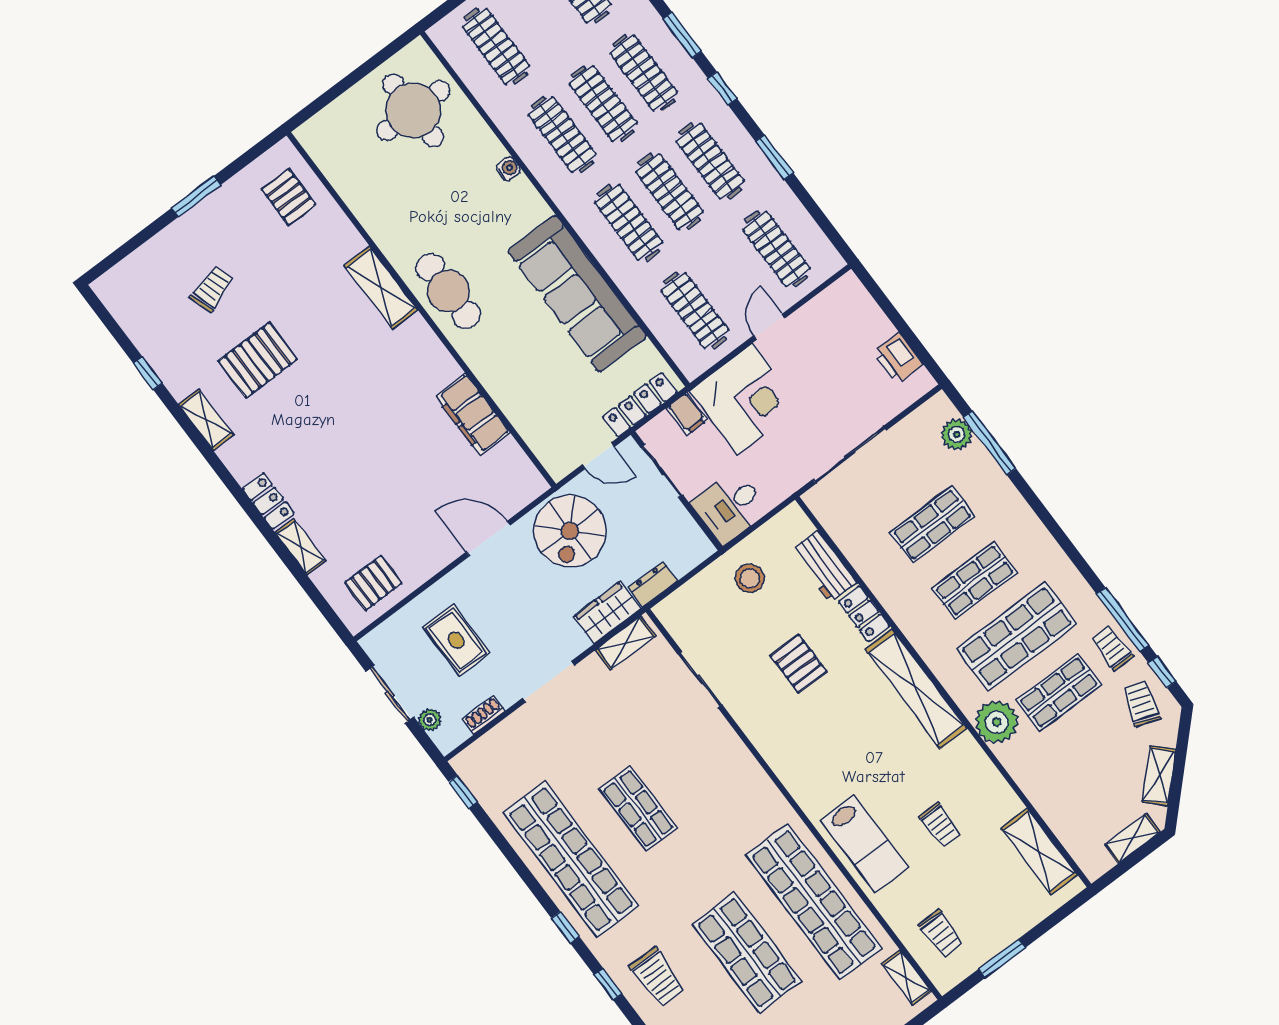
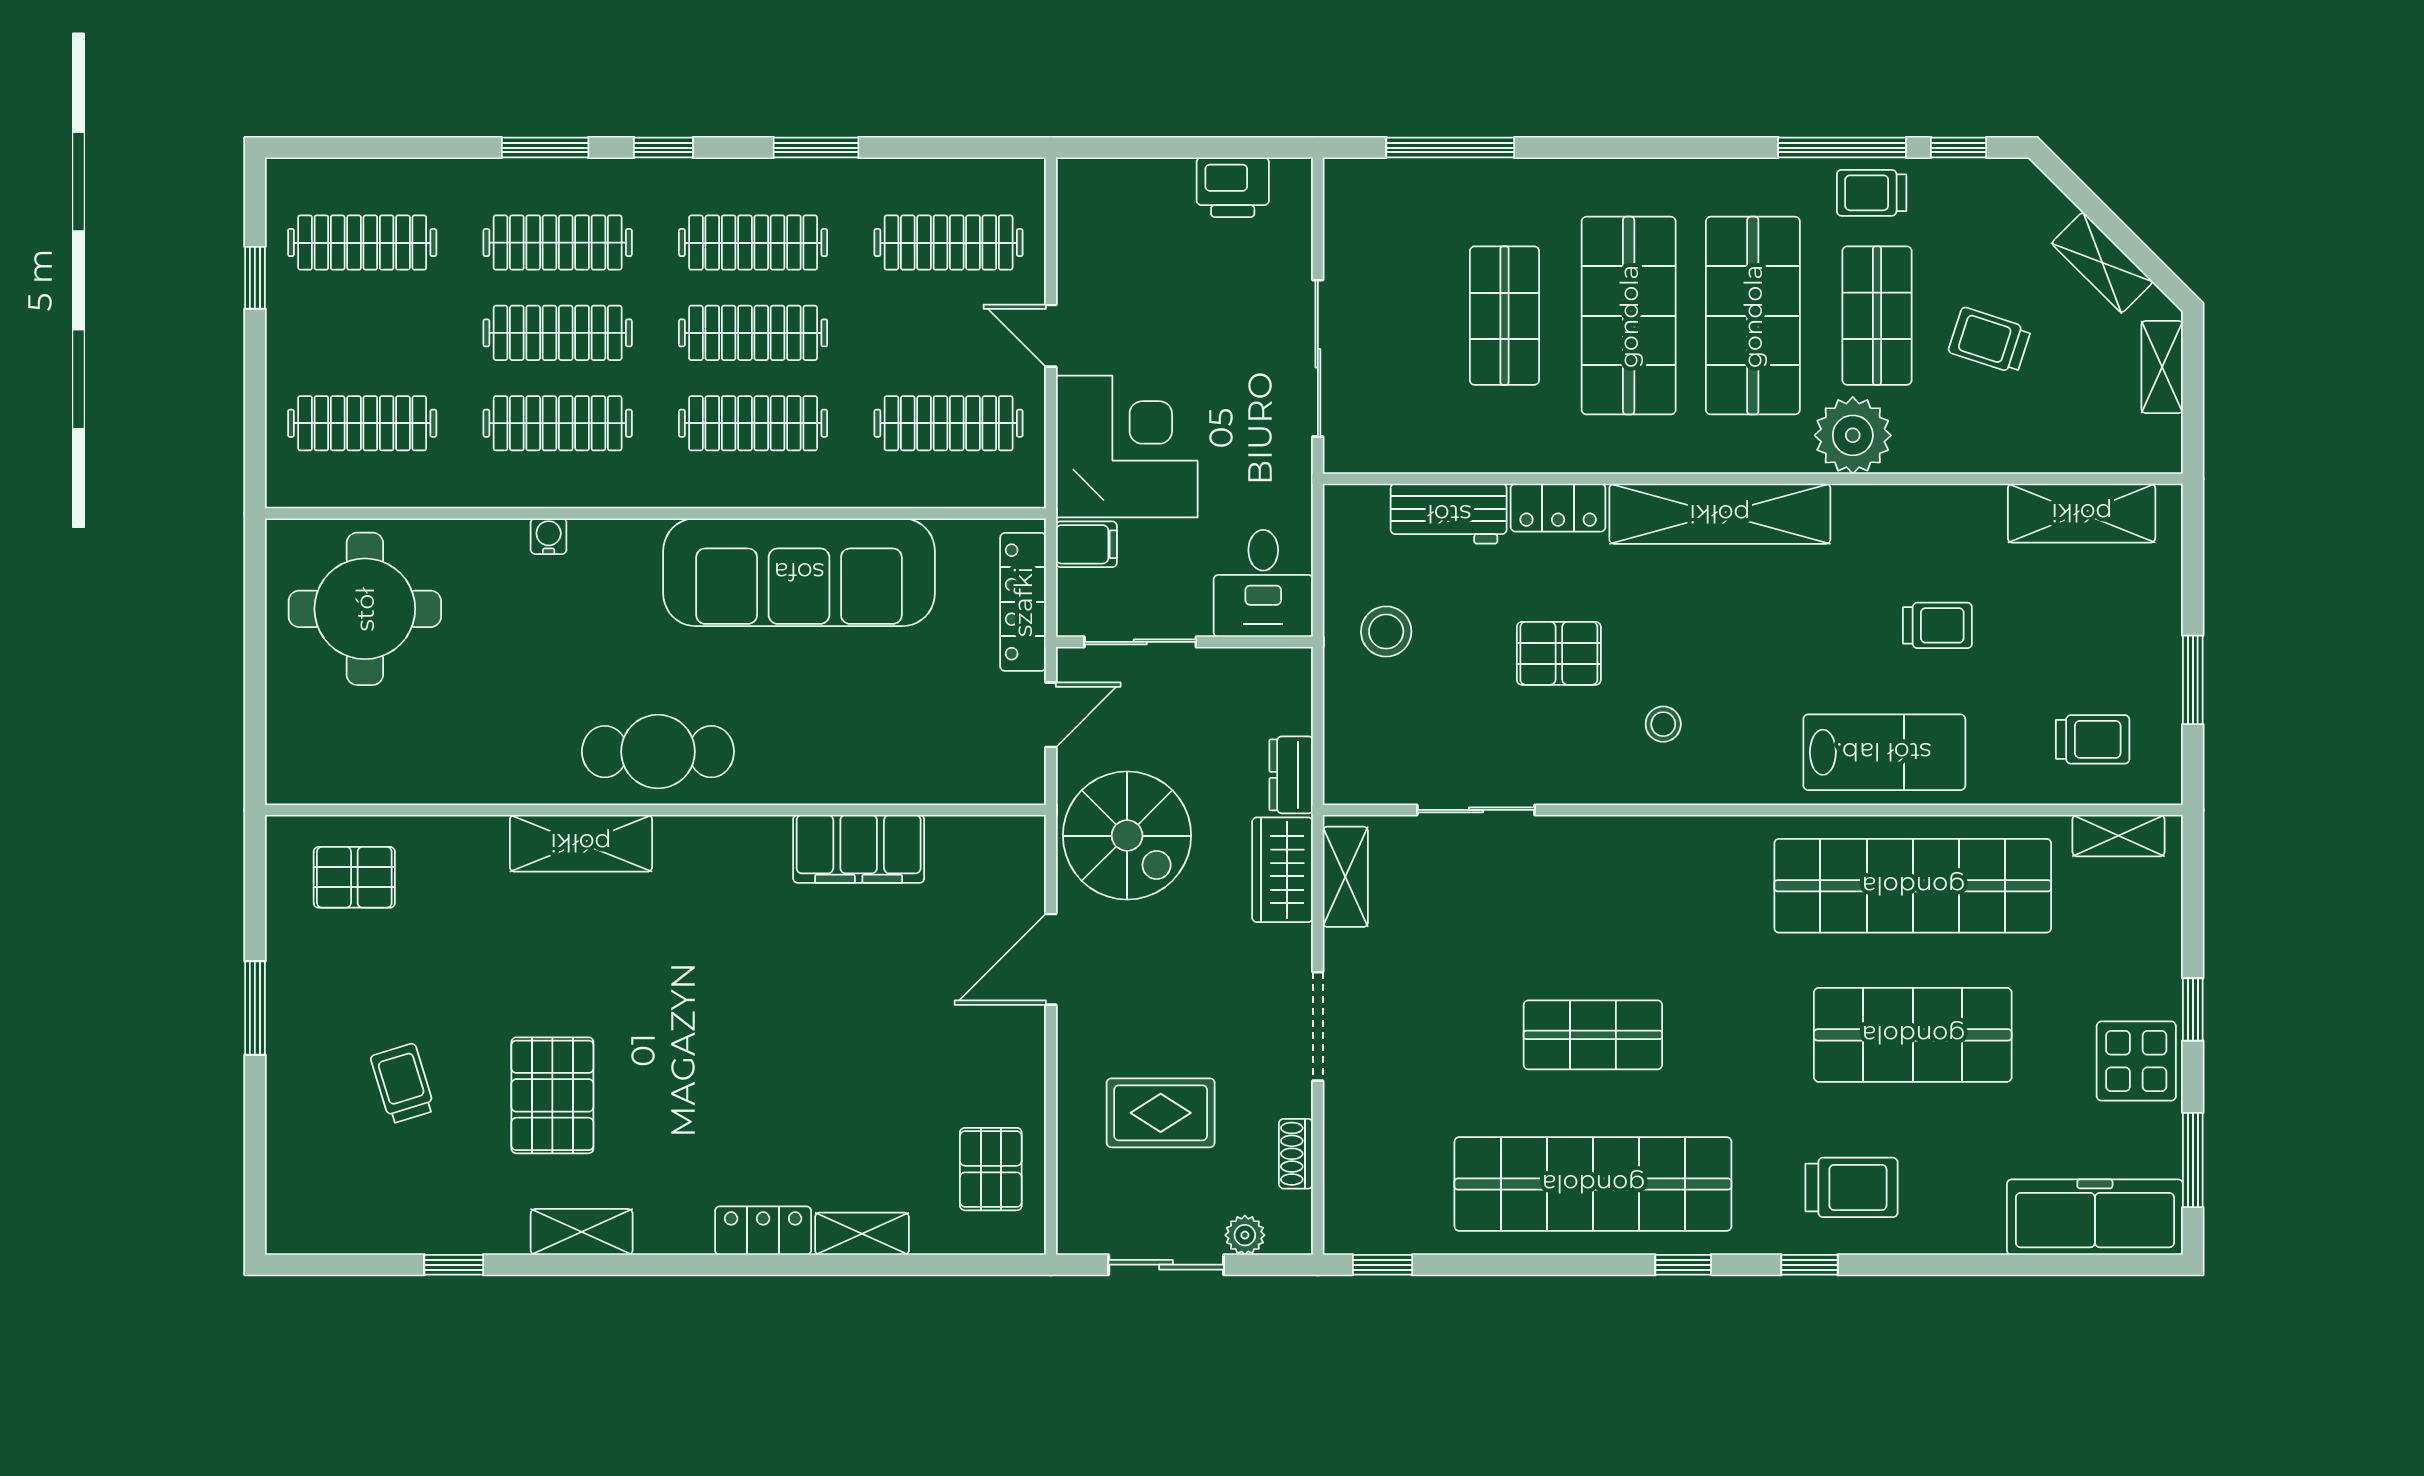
plant: (957, 434) -> (1403, 185), removed
shop shelf: (974, 580) -> (1629, 316), width x1.43, depth x1.36
trolley: (1142, 704) -> (1990, 340), moved
stool: (802, 735) -> (1663, 724), added

